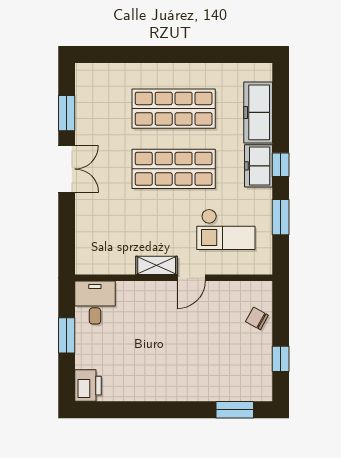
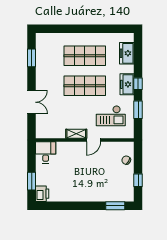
freezer: (258, 112) -> (127, 53), width x0.71
double door: (67, 169) -> (32, 102), moved
window: (67, 335) -> (32, 181), moved

